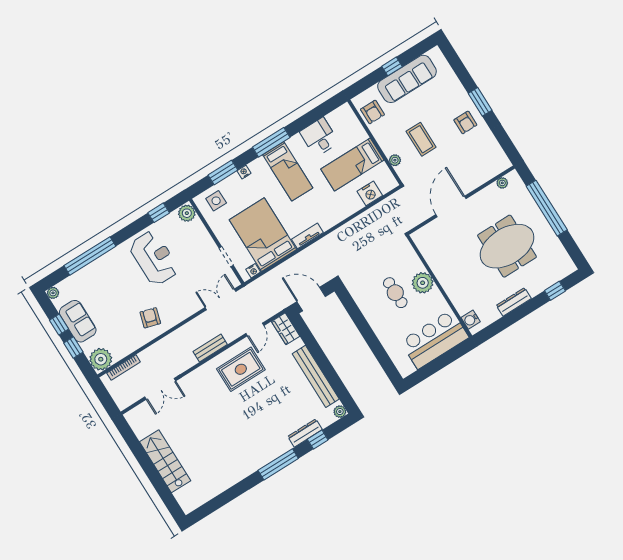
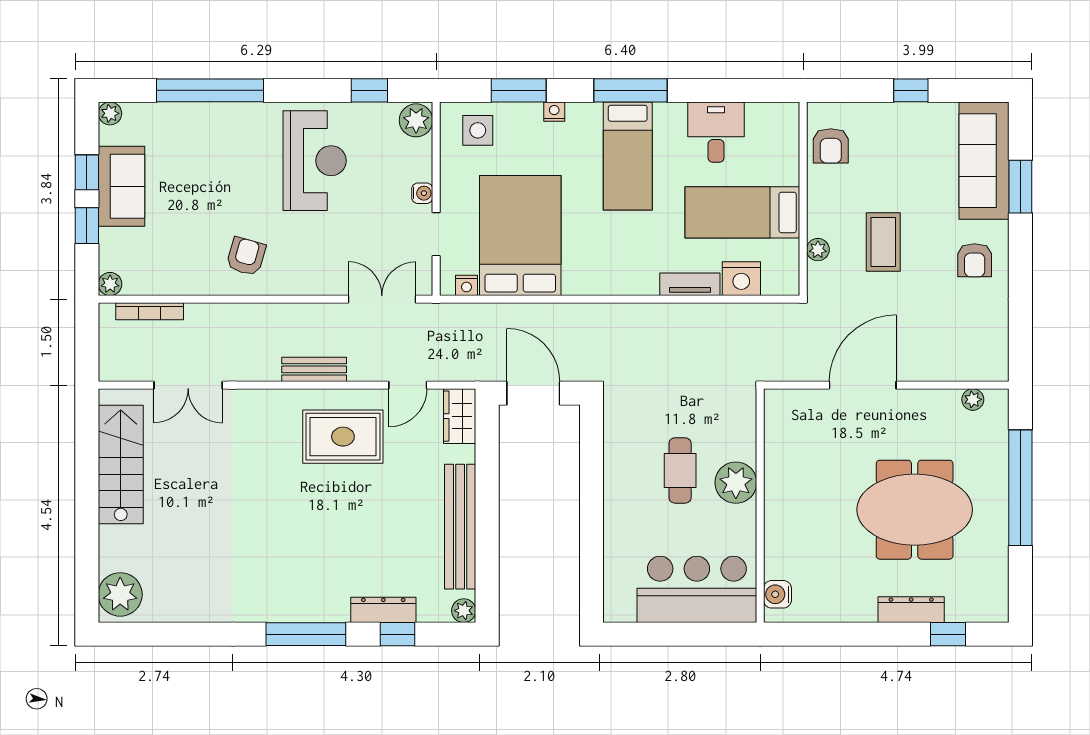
sofa: (407, 79) -> (984, 161), moved, turned 90
window: (480, 102) -> (1020, 187), moved
tv unit: (307, 236) -> (690, 284), moved
water cooler: (209, 243) -> (422, 193), added
dresser: (514, 302) -> (911, 610), moved
plant: (101, 359) -> (110, 284), width x0.53, depth x0.53
stairs: (165, 461) -> (121, 465), moved
plant: (187, 497) -> (120, 594), added

